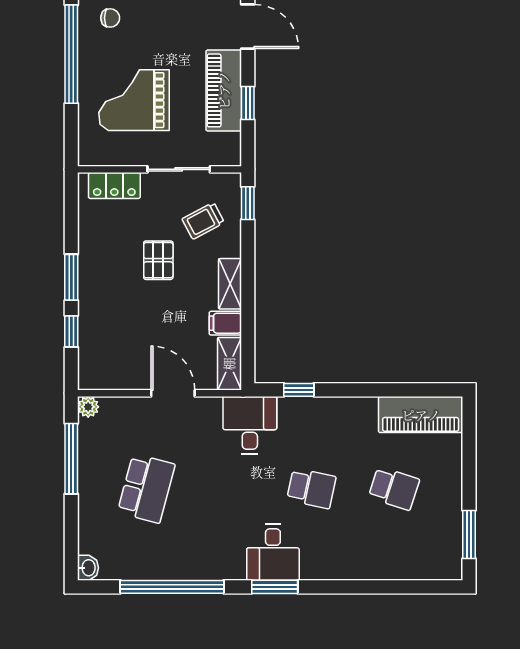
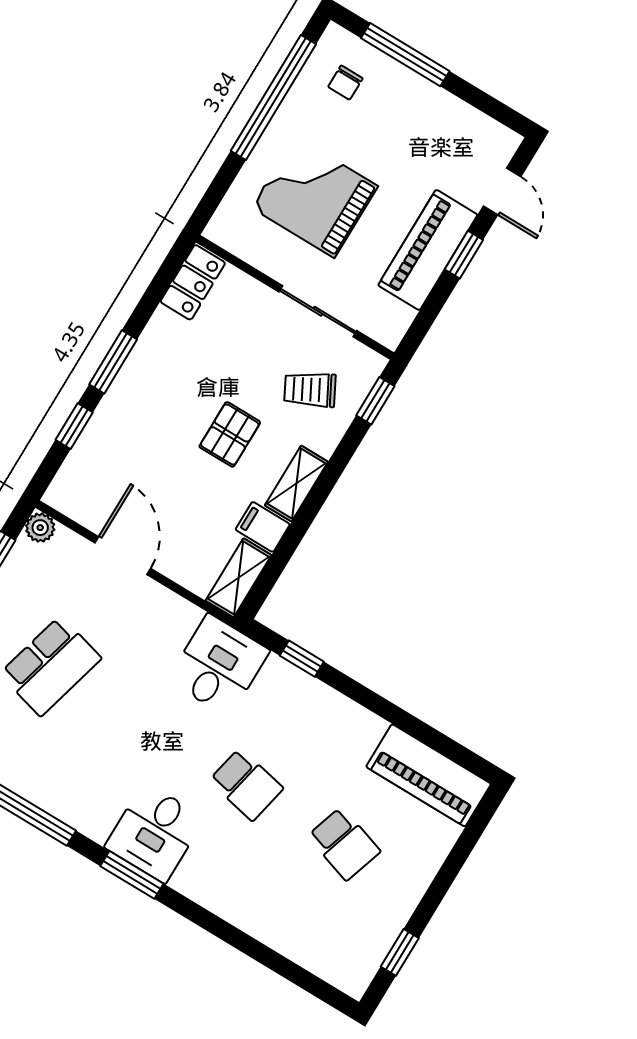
chair: (110, 18) -> (345, 83), turned 90
door: (248, 27) -> (502, 191), width x0.73
window: (248, 103) -> (464, 255), moved
locker: (114, 186) -> (193, 282), moved, turned -90
pallet: (158, 260) -> (230, 434), moved
door: (173, 393) -> (123, 556), moved
window: (469, 535) -> (400, 952), width x0.67

